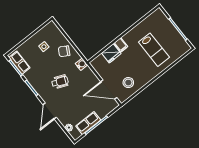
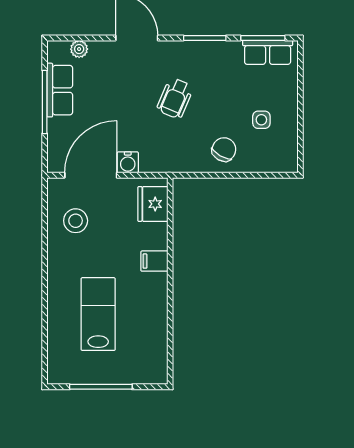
lab bench: (154, 50) -> (98, 314), turned 90
fridge: (111, 53) -> (153, 204), moved
water cooler: (82, 64) -> (128, 162), moved

